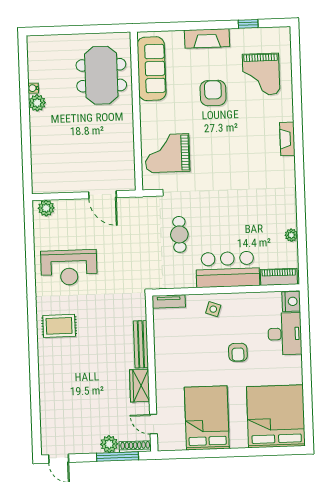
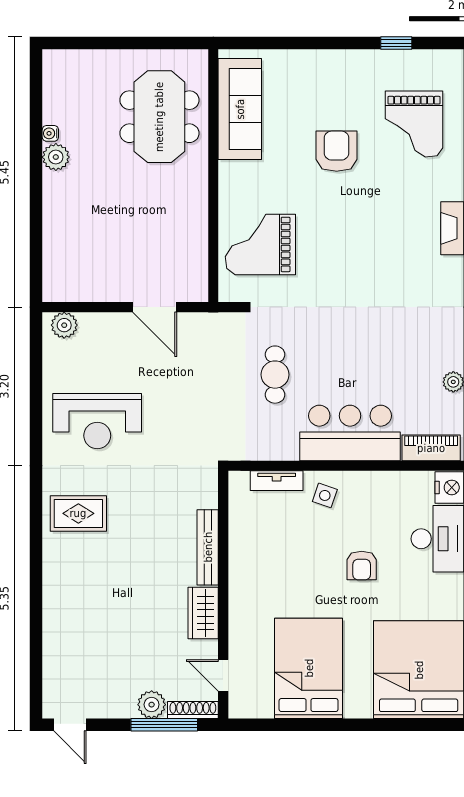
fireplace: (207, 38) -> (330, 64), removed
tv unit: (169, 301) -> (277, 481), moved

